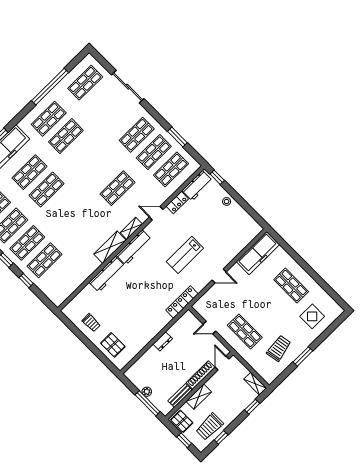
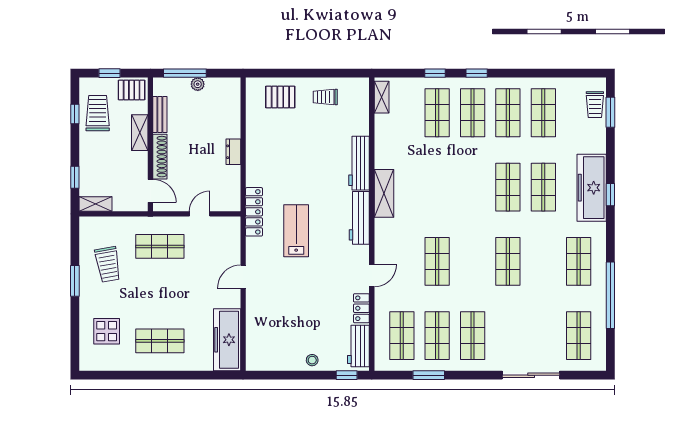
shop shelf: (66, 136) -> (508, 261), moved
shelving: (131, 228) -> (382, 97), moved
lab bench: (185, 255) -> (296, 231), moved

